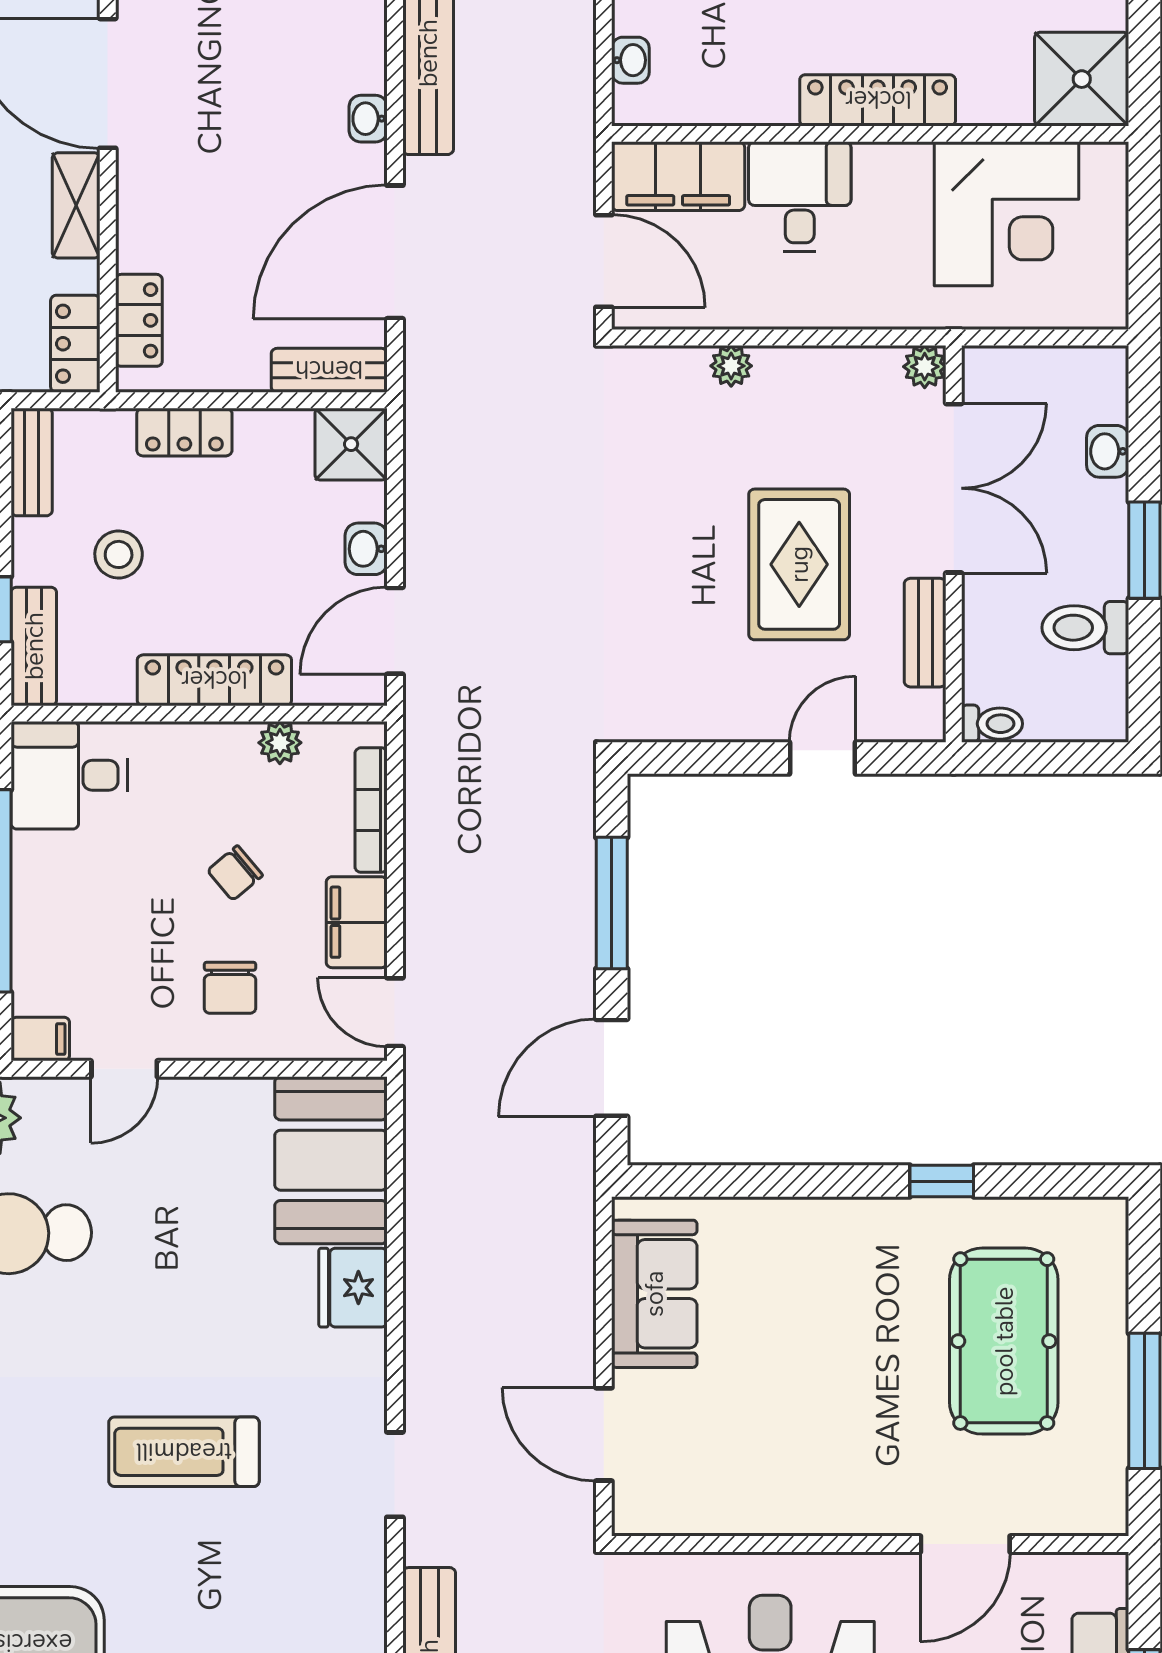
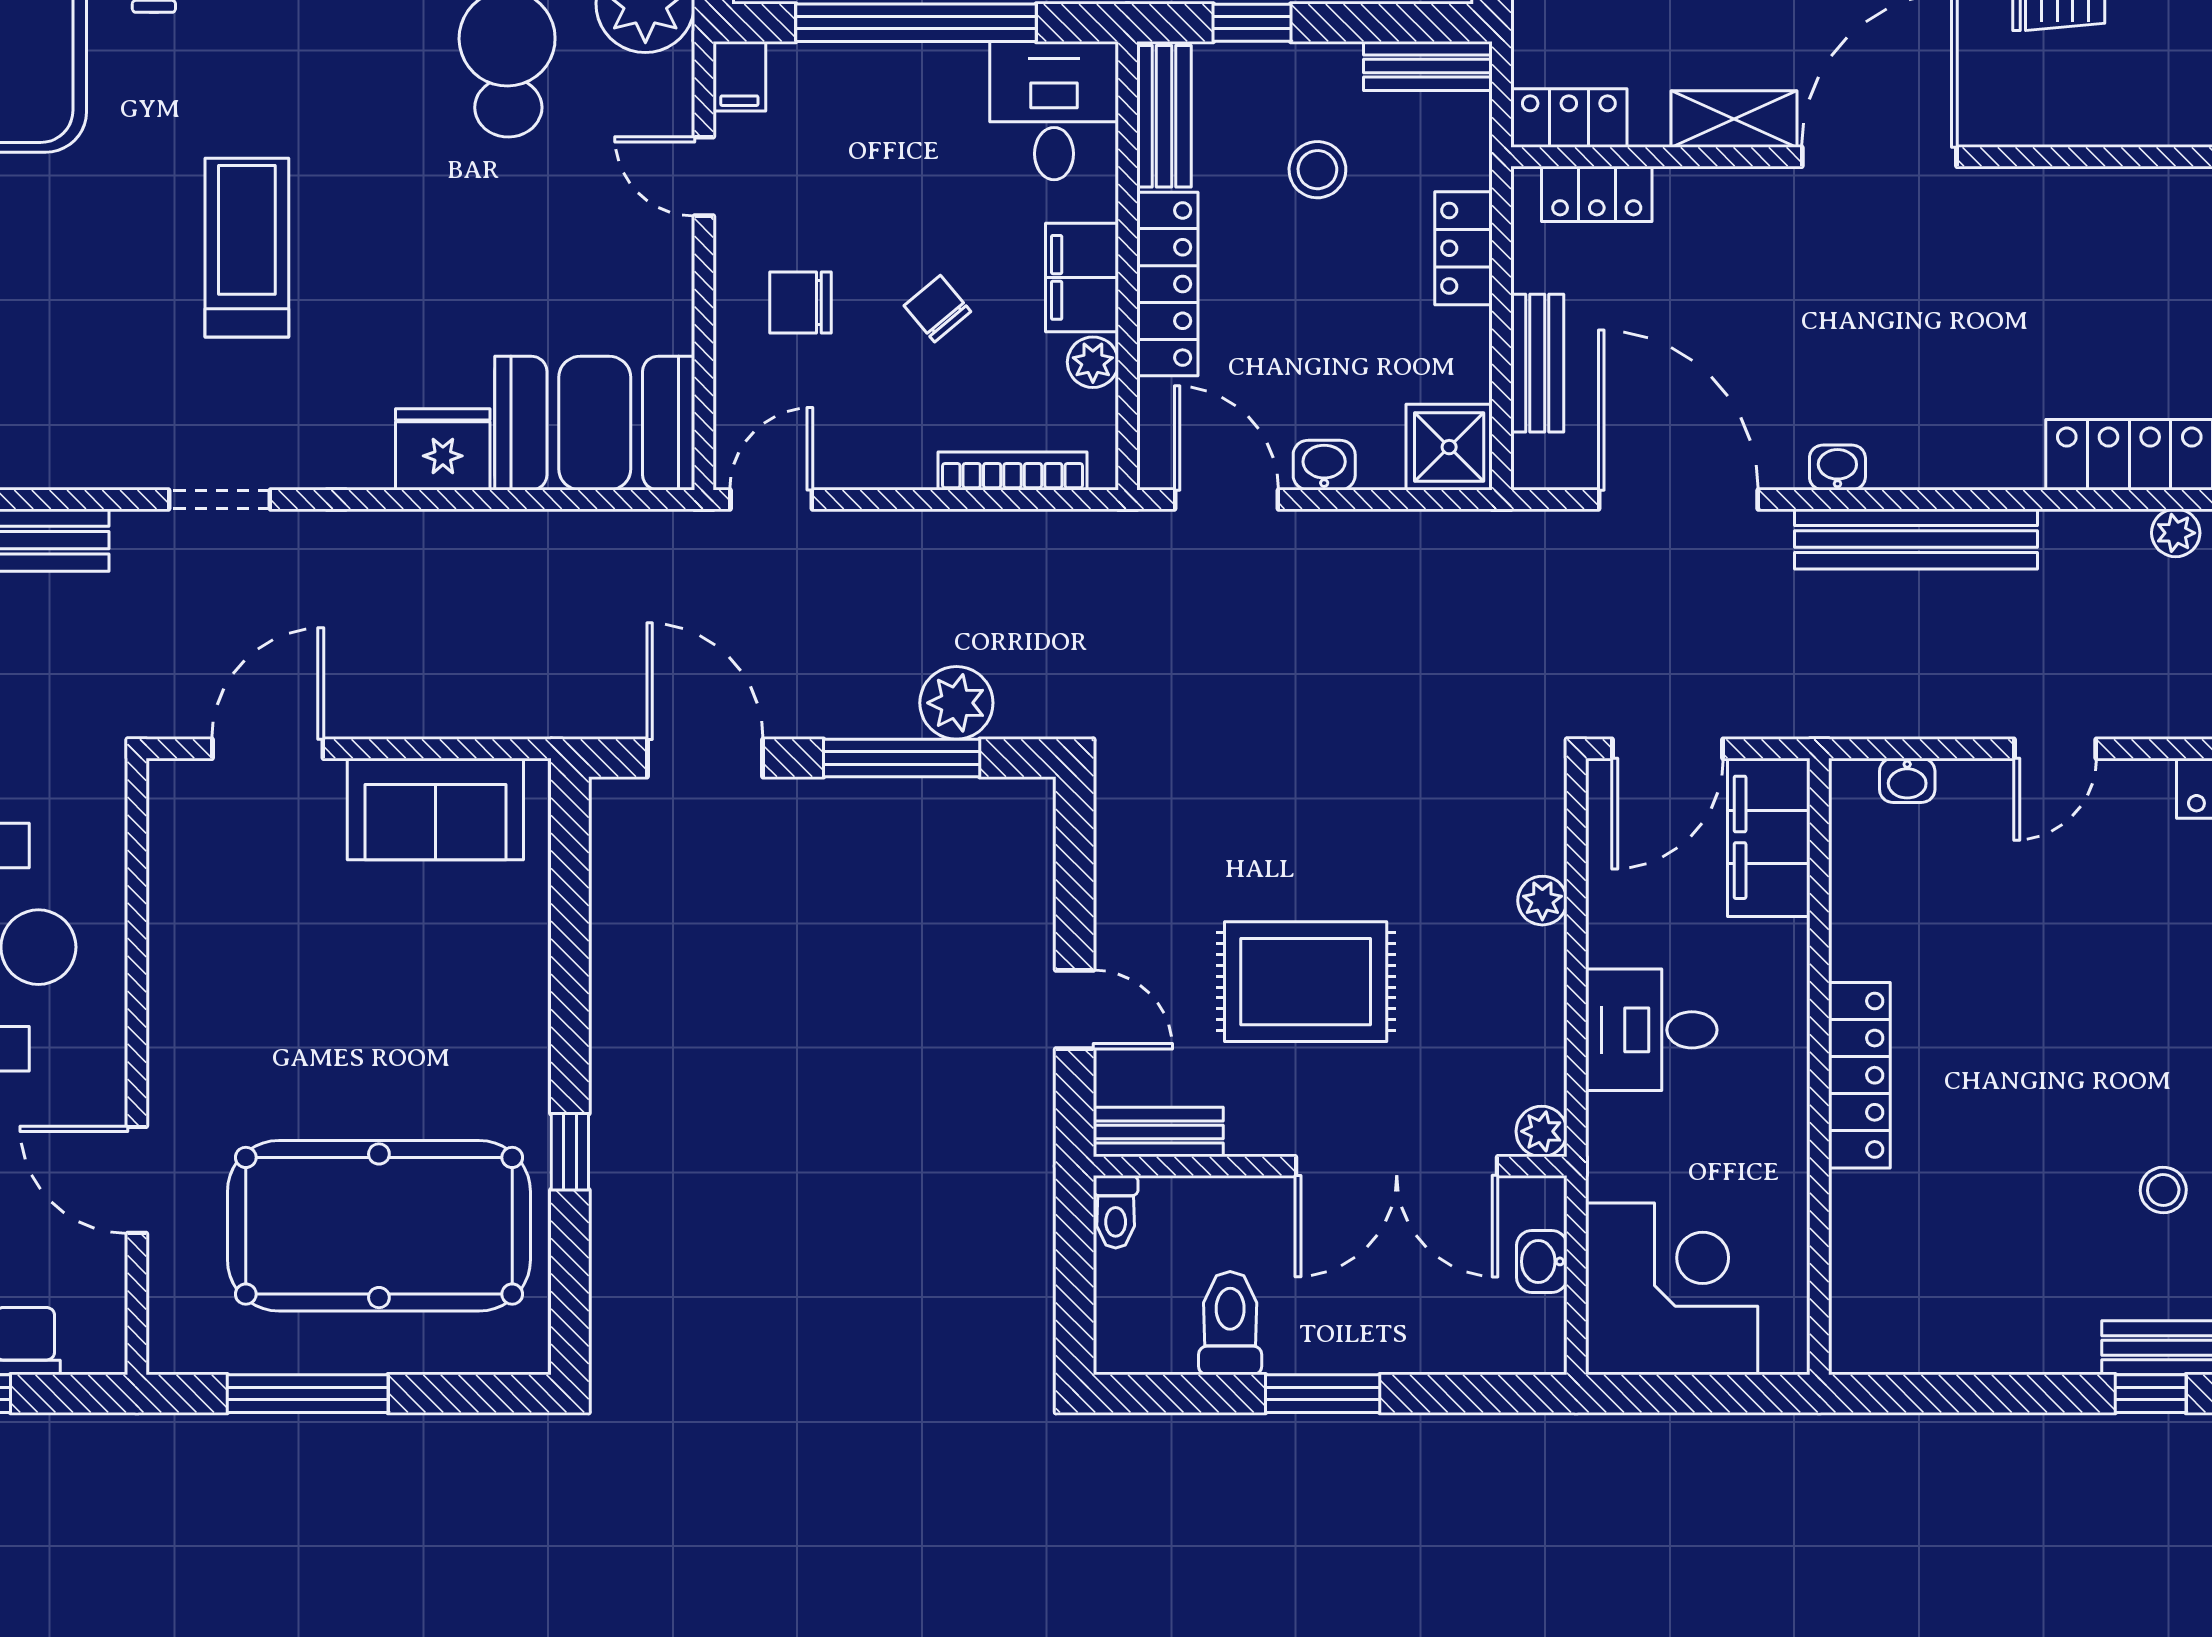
shower: (1082, 79) -> (1885, 1319), removed
desk: (800, 197) -> (1651, 1030), moved, turned 180
corner desk: (1007, 214) -> (1672, 1289), moved, turned 180
bench: (329, 370) -> (1537, 363), moved
washbasin: (1108, 451) -> (1542, 1261), moved, turned -90
bench: (925, 633) -> (1158, 1132), moved
bench: (34, 646) -> (1164, 116), moved, turned 90
plant: (565, 857) -> (956, 703), added
filing cabinet: (357, 922) -> (1082, 277), moved, turned -90
pool table: (1004, 1341) -> (379, 1226), width x1.36, depth x1.32

